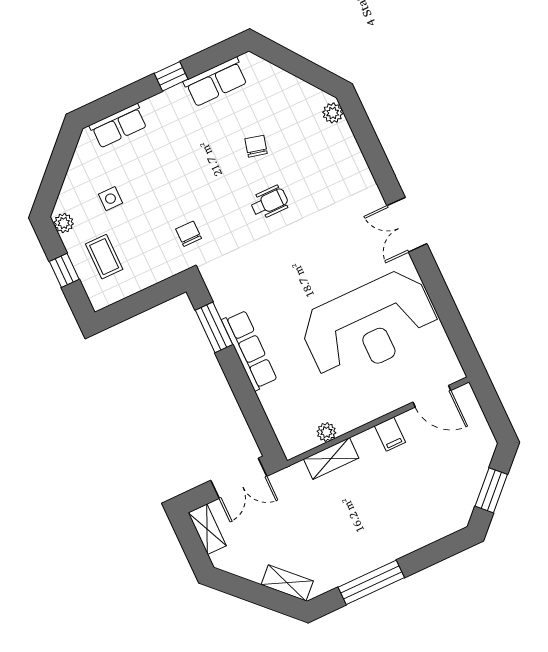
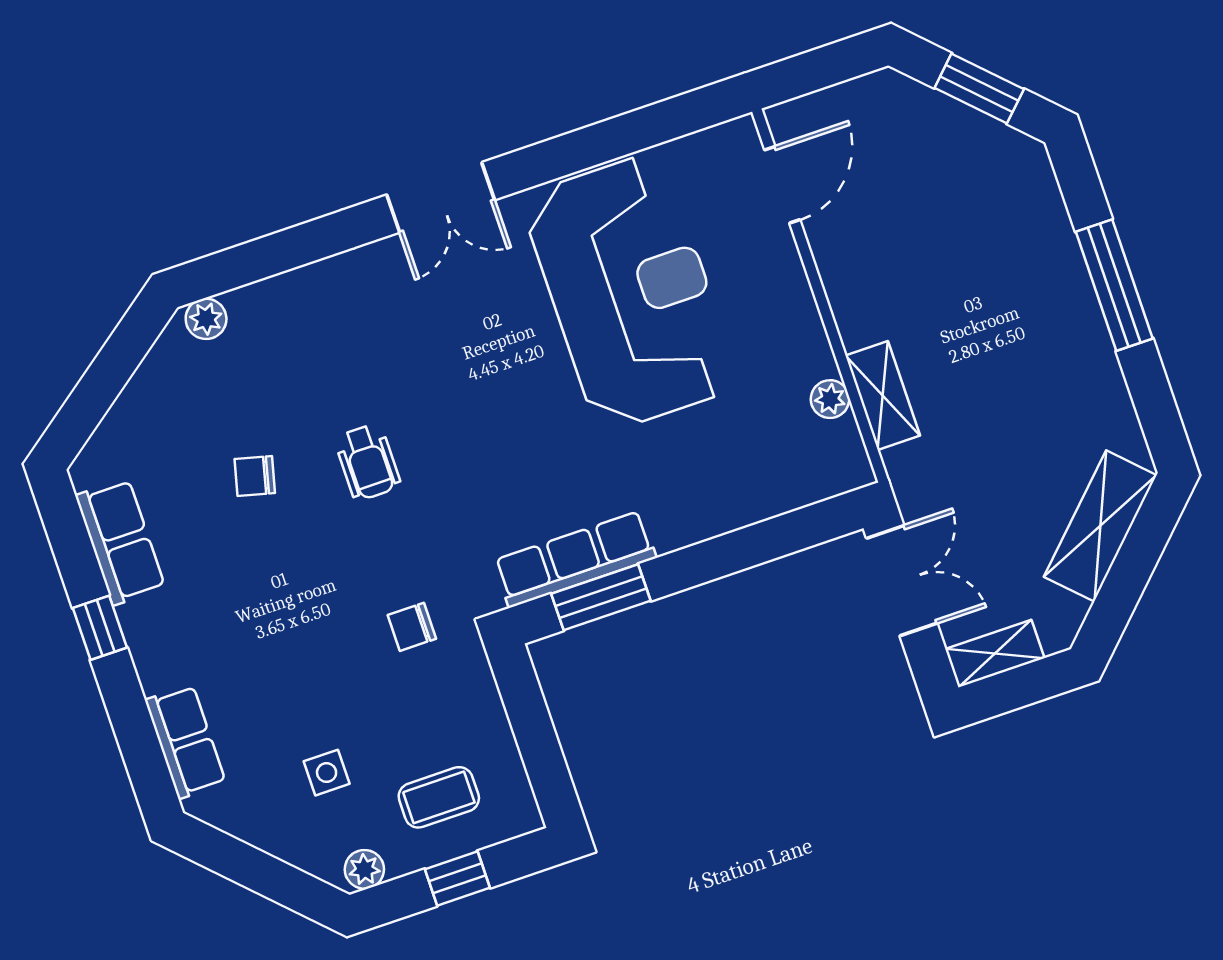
wheelchair: (269, 202) -> (368, 462), turned 180
row of seats: (249, 350) -> (575, 559), moved
filing cabinet: (390, 434) -> (847, 275), removed
window: (371, 582) -> (1114, 285), moved
shelving: (287, 583) -> (1100, 526), width x1.50, depth x1.33

